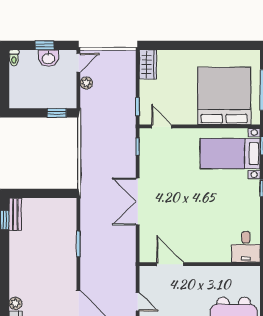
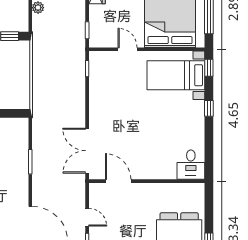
door: (162, 126) -> (128, 49), moved
double door: (138, 201) -> (87, 151), moved

